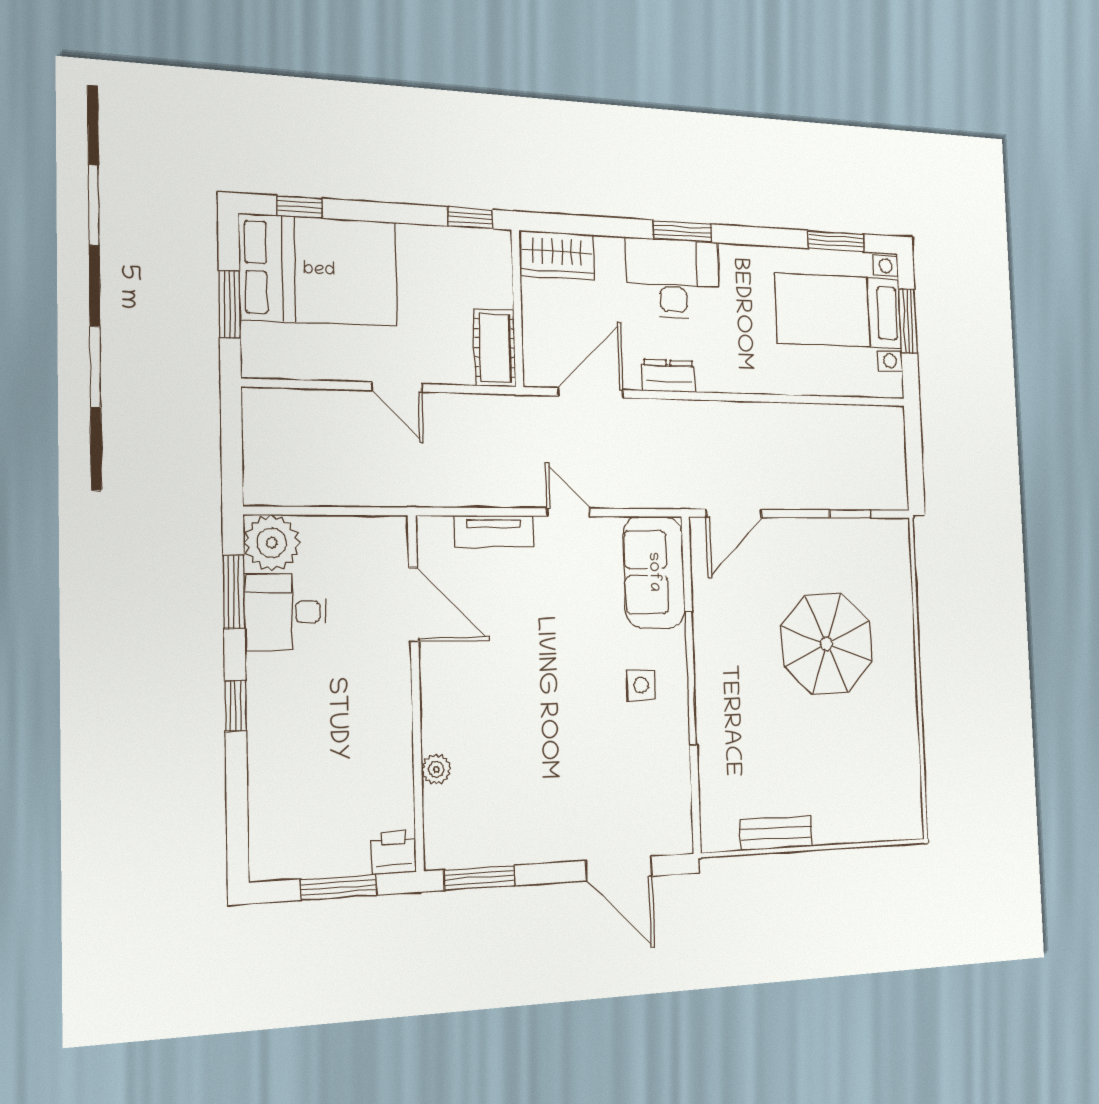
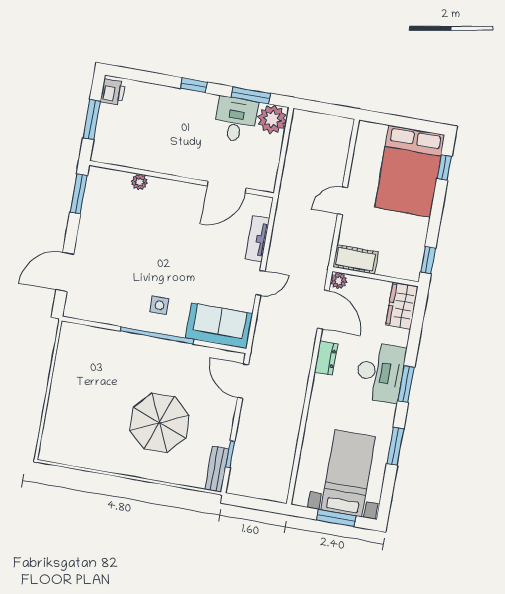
window: (836, 241) -> (395, 446), moved
window: (230, 304) -> (398, 121), removed
plant: (537, 373) -> (339, 281), added
bench: (776, 833) -> (217, 469), moved
printer: (394, 852) -> (113, 92), moved

